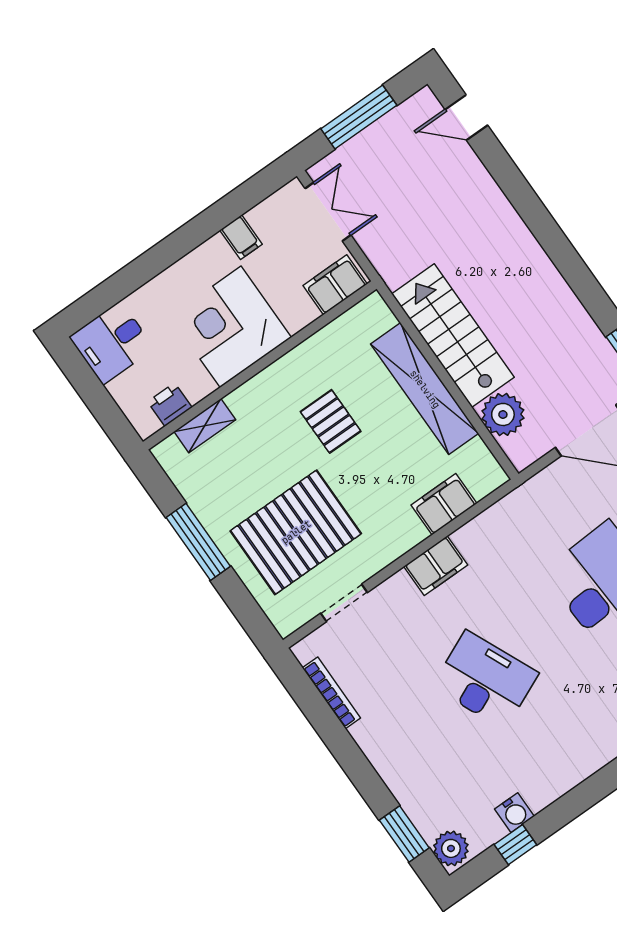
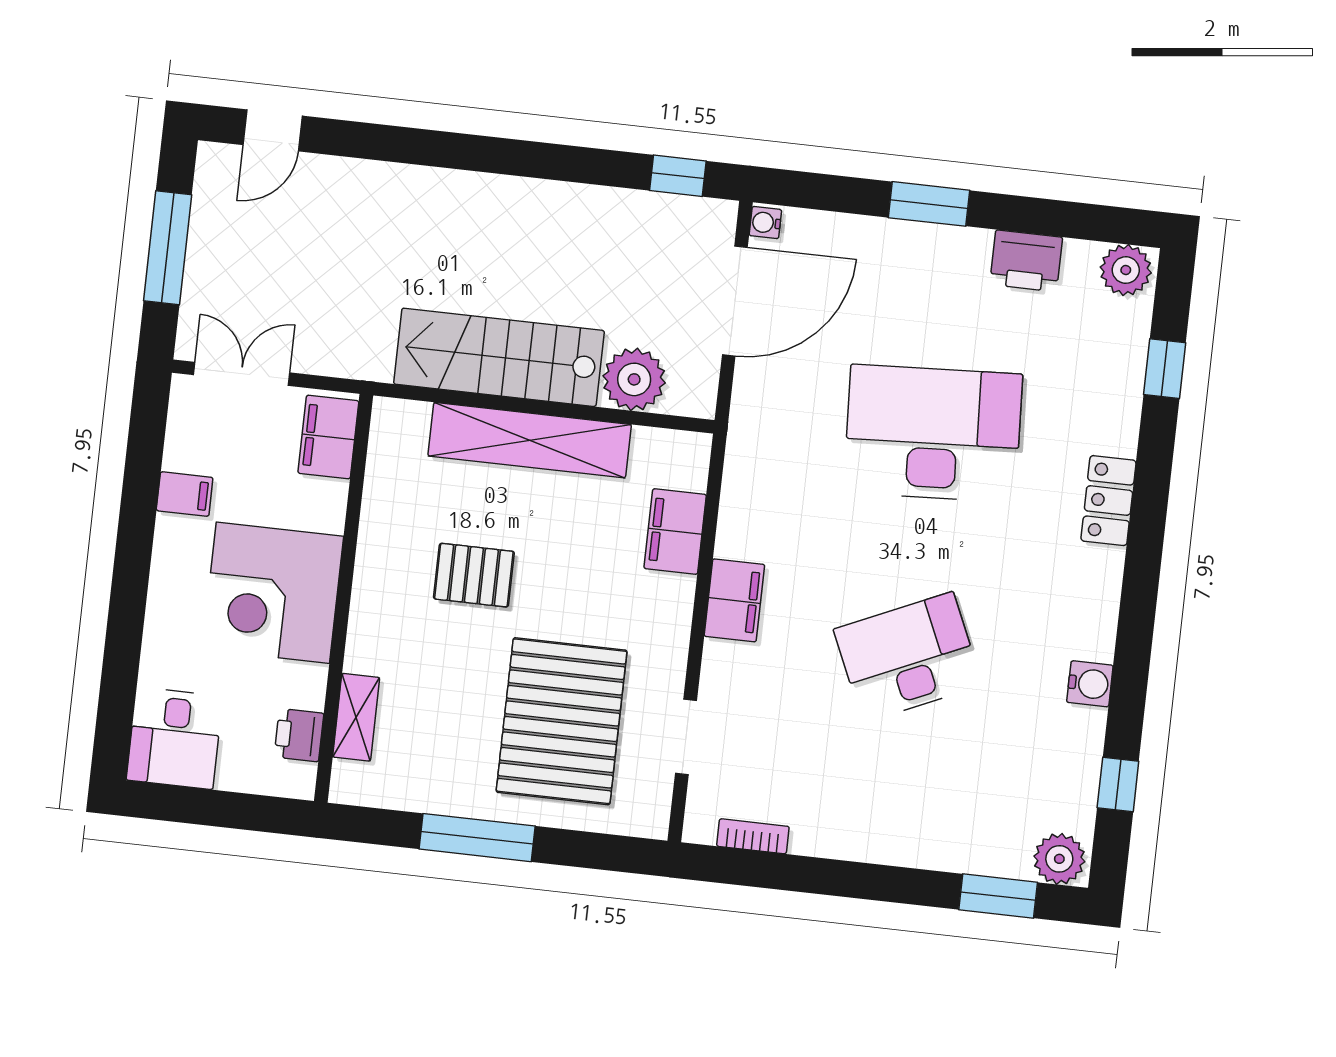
bookcase: (331, 693) -> (753, 836), width x0.64
water cooler: (514, 813) -> (1090, 684), moved

